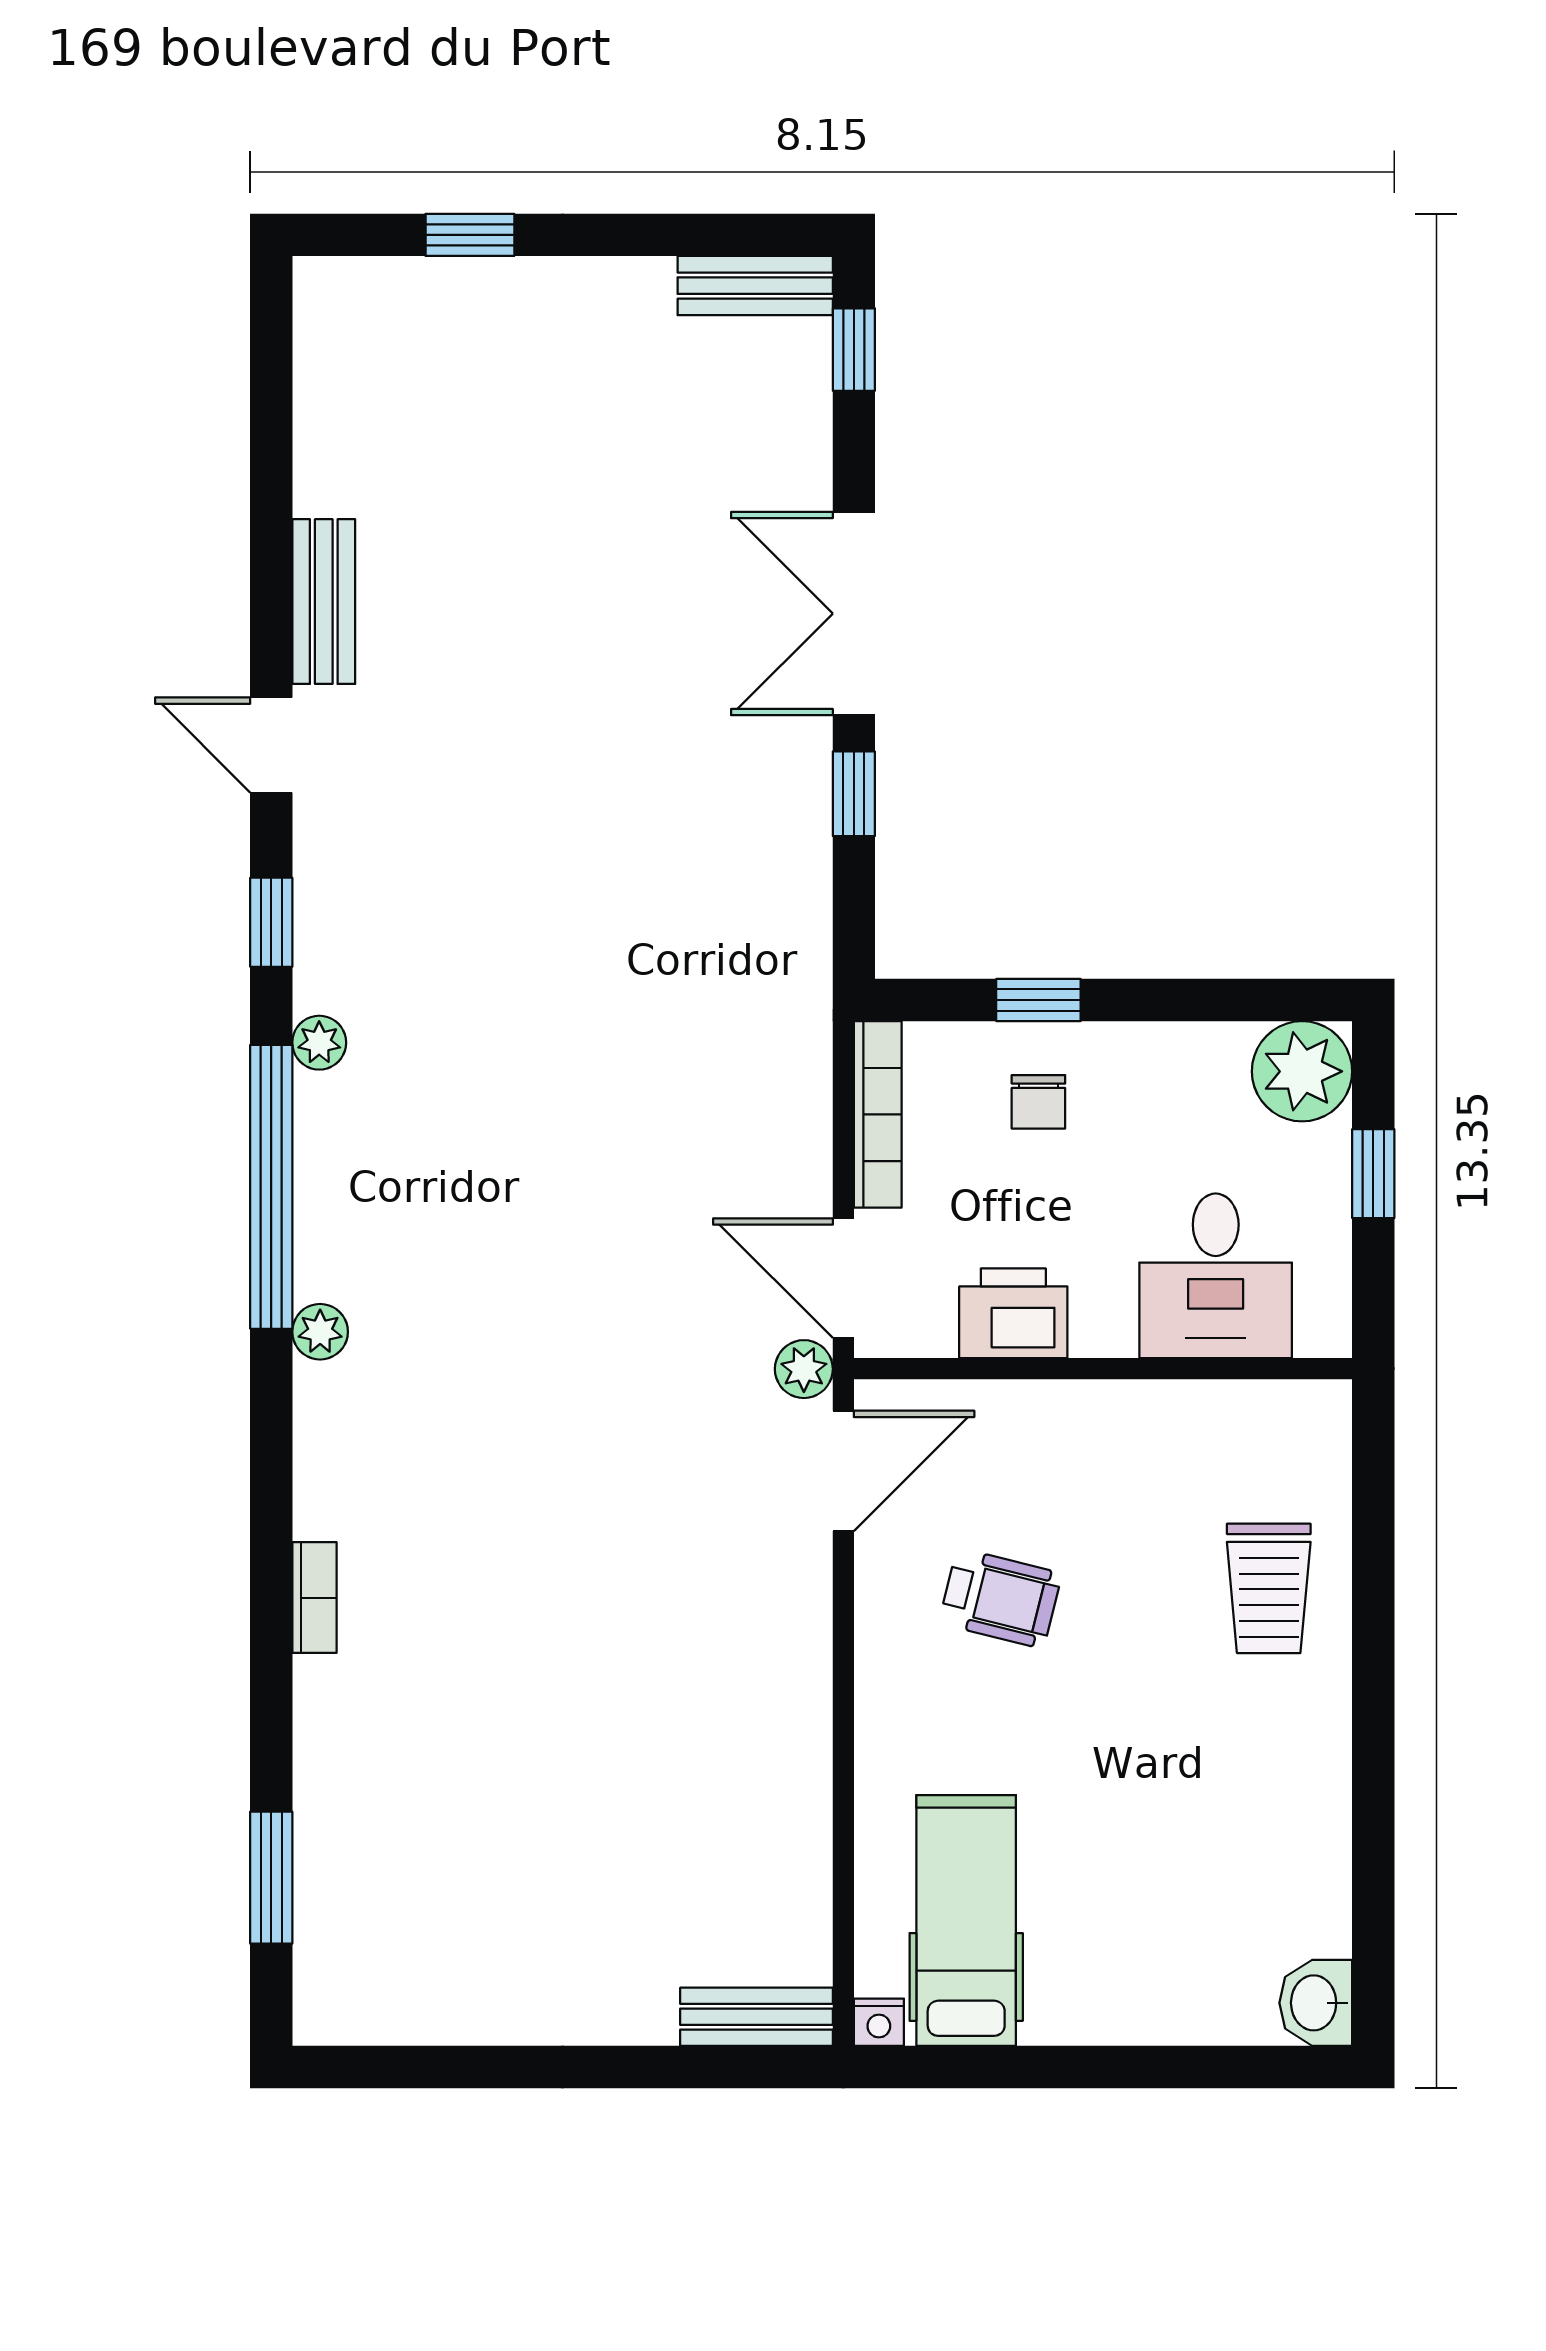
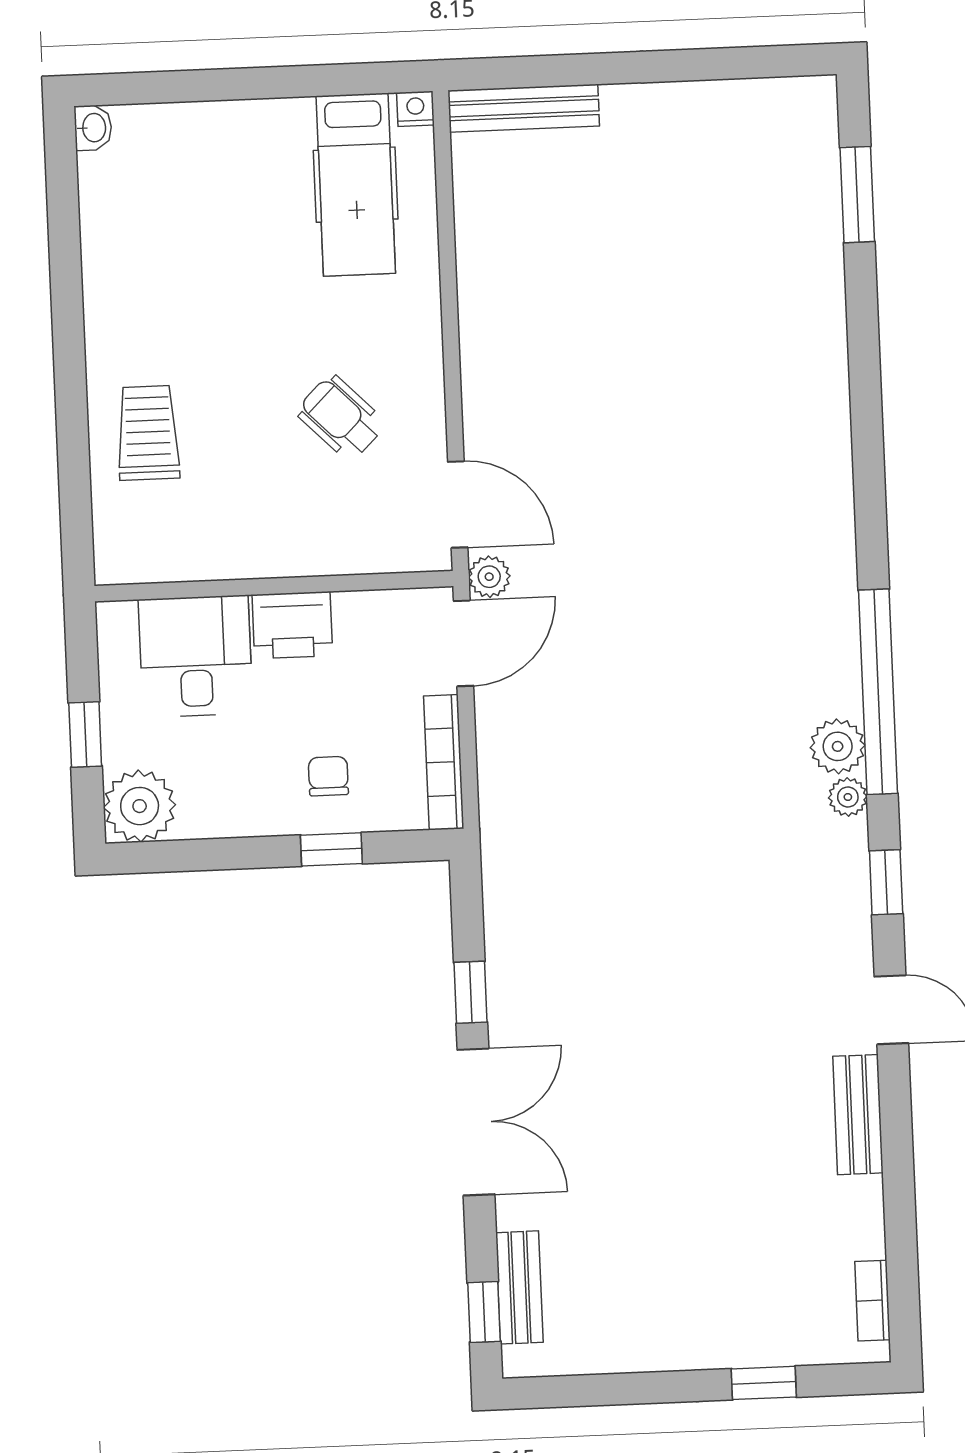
bench: (755, 286) -> (519, 1287), moved, turned 90
door: (843, 1278) -> (464, 643), hinge flipped
printer: (1013, 1313) -> (292, 625), moved
plant: (320, 1332) -> (838, 746), moved, width x1.38, depth x1.38
door: (843, 1471) -> (458, 505), swing flipped
bookcase: (314, 1598) -> (872, 1301), moved
wheelchair: (1000, 1598) -> (341, 418), turned 31
washbasin: (1316, 2003) -> (93, 128), width x0.72, depth x0.69
bench: (756, 2017) -> (524, 108), width x1.36

